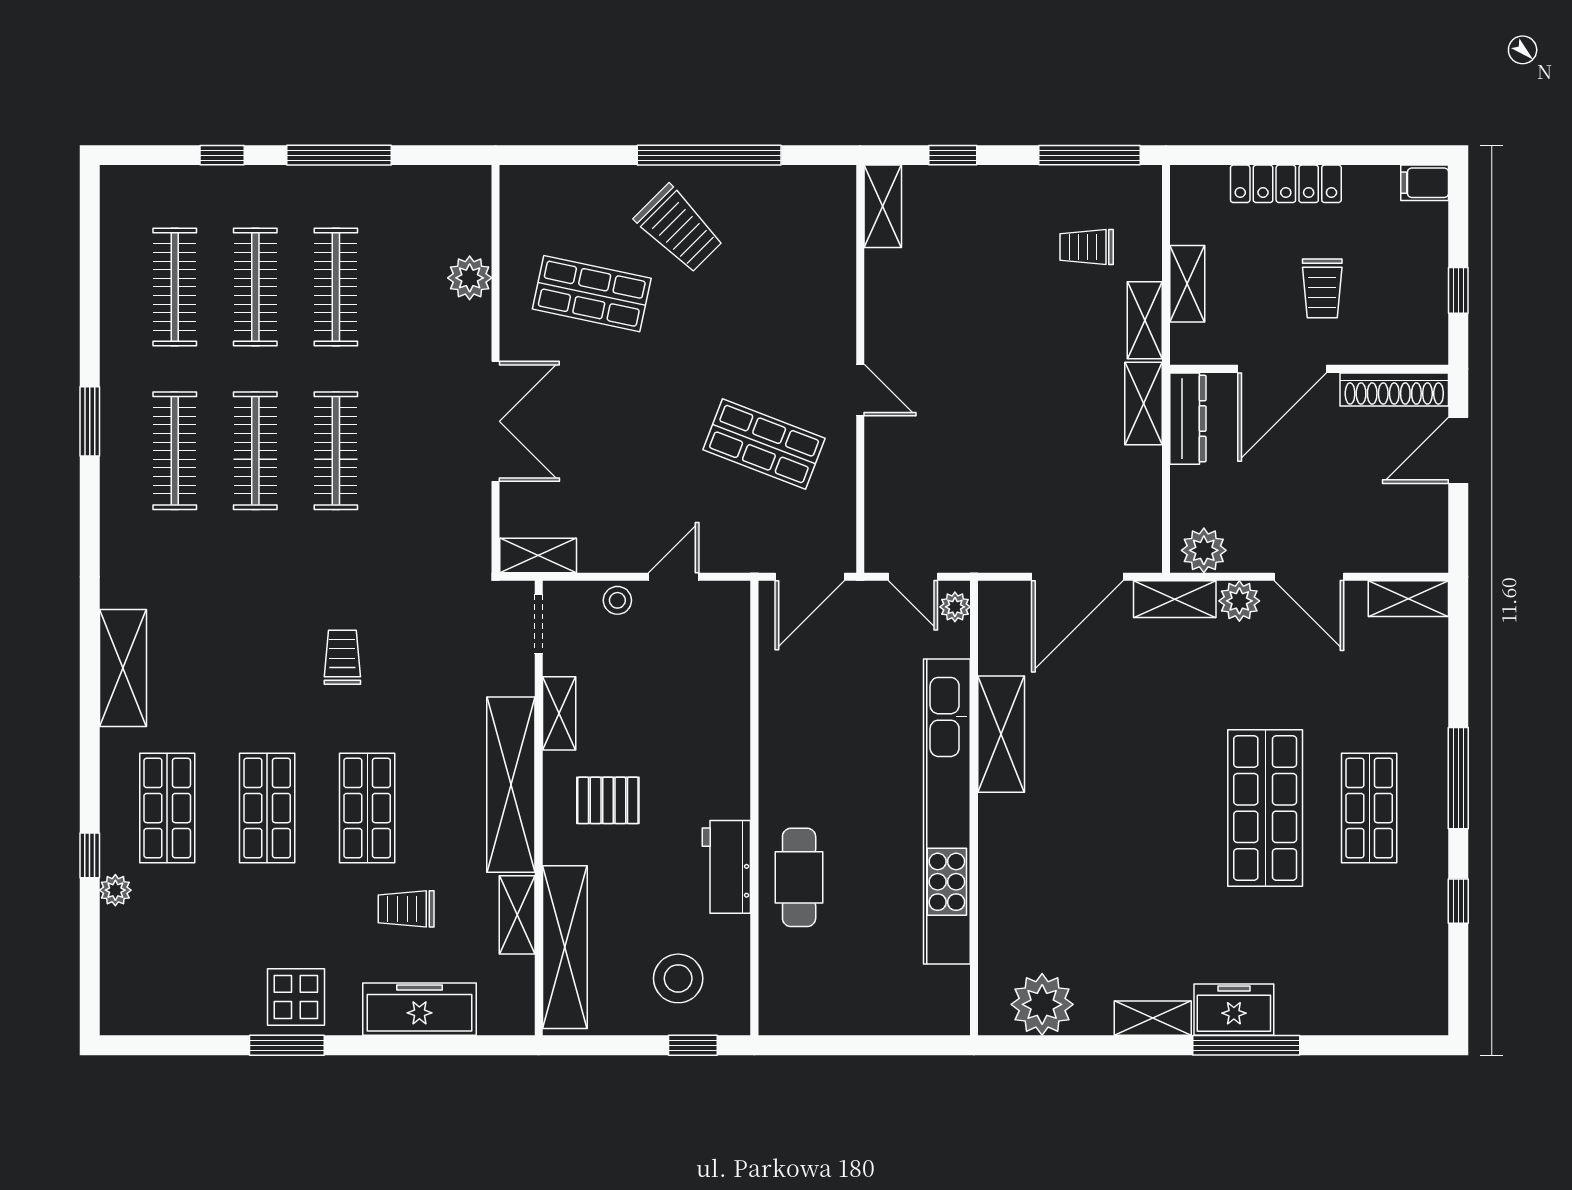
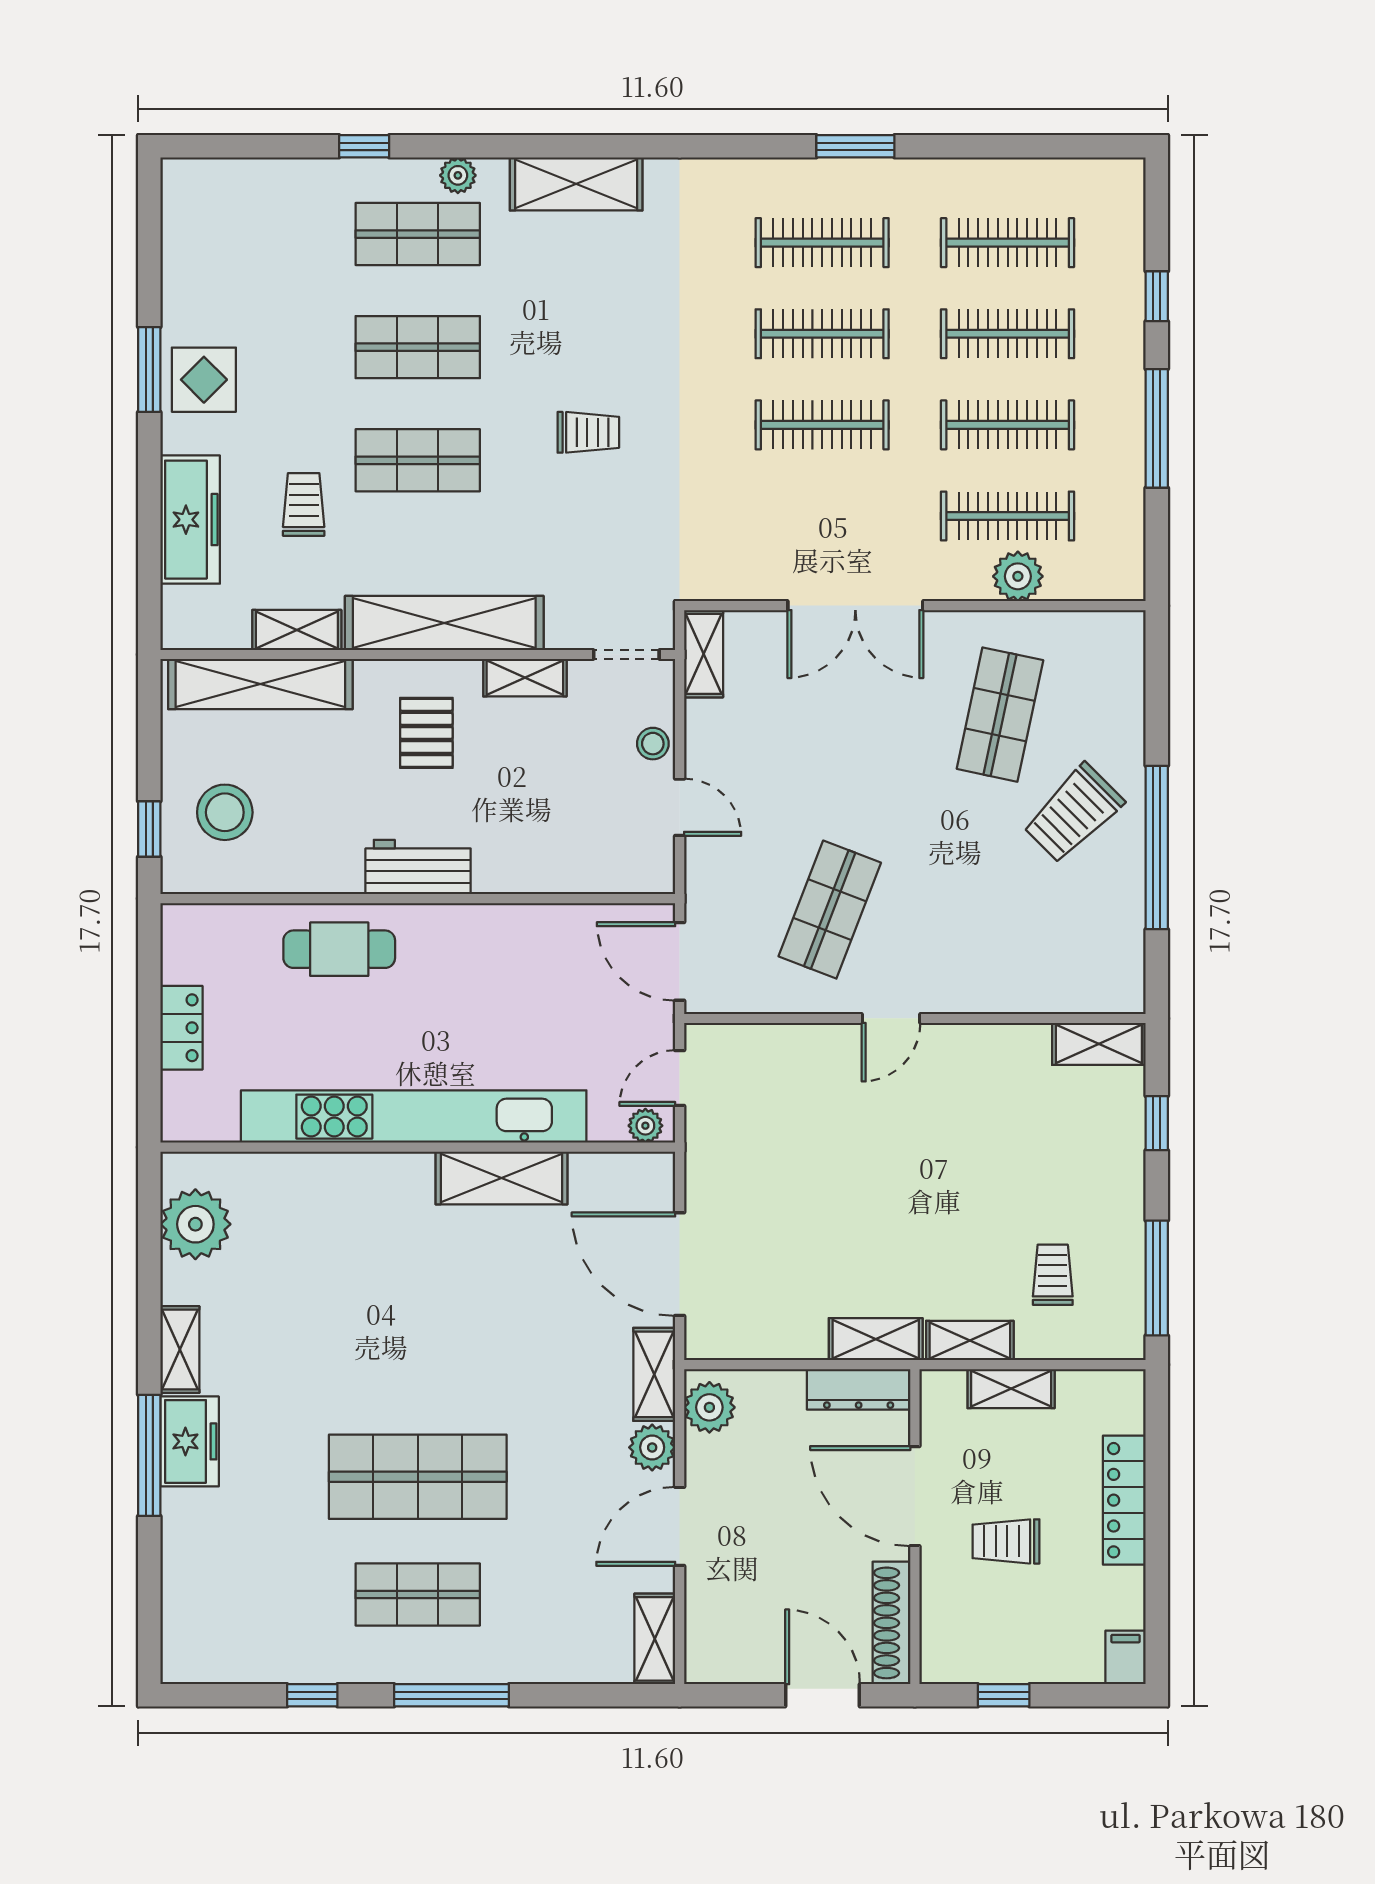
clothes rail: (416, 287) -> (1008, 516), added
workbench: (726, 867) -> (418, 867), moved
plant: (115, 890) -> (458, 175), moved
locker: (868, 1017) -> (181, 1028), added

